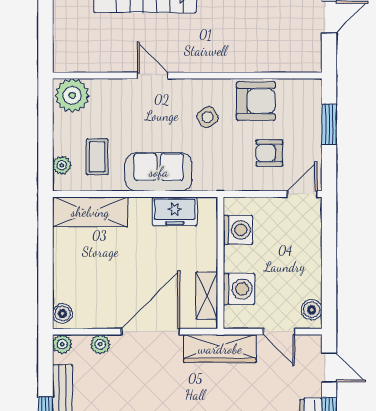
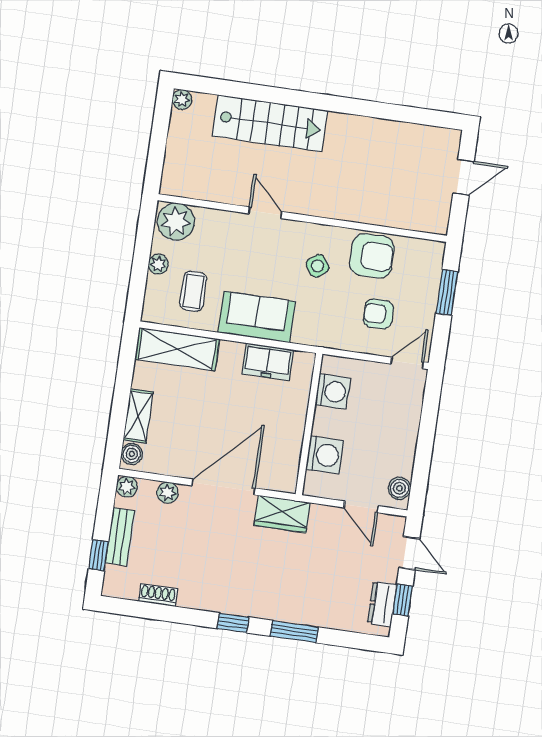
plant: (62, 165) -> (158, 264), moved
shelving: (207, 296) -> (138, 416), moved
wardrobe: (220, 349) -> (282, 514), width x0.67

